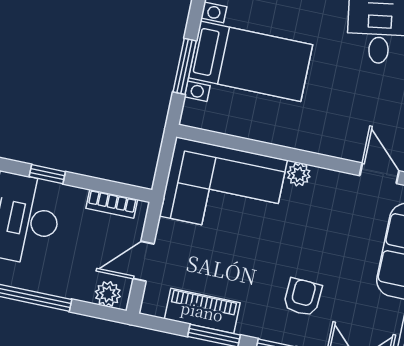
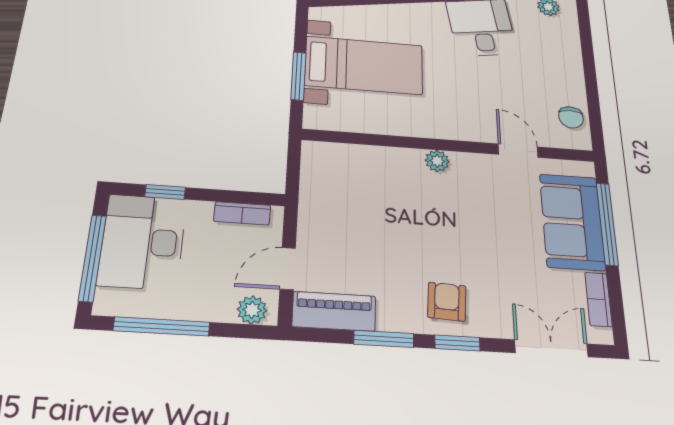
corner sofa: (223, 188) -> (361, 183), removed
armchair: (303, 297) -> (447, 302), moved
piano: (202, 311) -> (334, 311), moved

